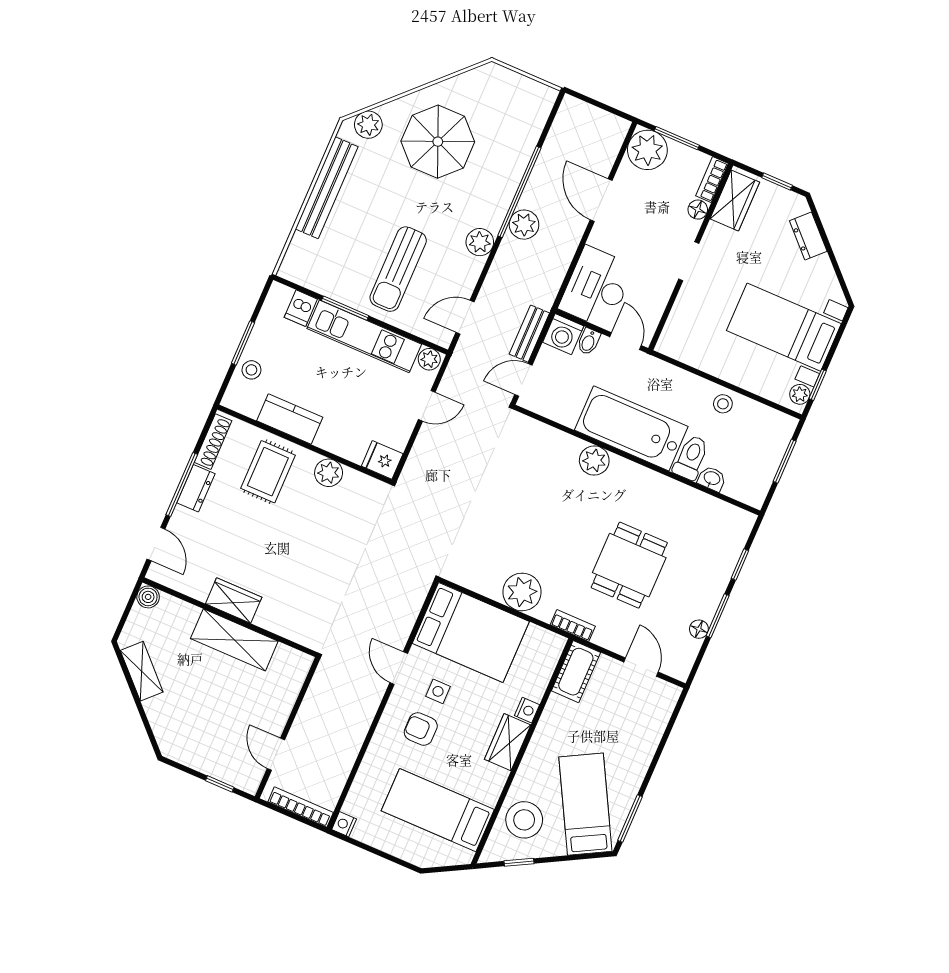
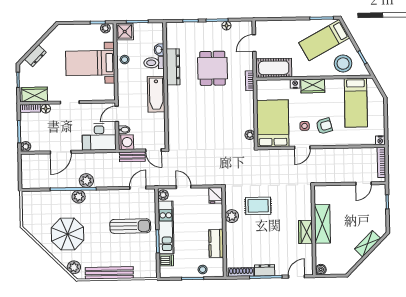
plant: (647, 150) -> (26, 146), width x0.53, depth x0.53
plant: (480, 242) -> (79, 197), moved
door: (465, 317) -> (138, 188), swing flipped
bed with nightstands: (784, 327) -> (90, 63), moved, turned 90
bathtub: (631, 428) -> (156, 94), width x0.73, depth x0.73
shower: (777, 429) -> (125, 32), added
plant: (594, 460) -> (174, 104), removed
rug: (268, 472) -> (258, 206), moved
dresser: (666, 491) -> (173, 67), added
dining table: (629, 565) -> (213, 68), turned 90
plant: (522, 592) -> (250, 135), moved, width x0.53, depth x0.53
shelving: (142, 671) -> (368, 244), moved
cot: (576, 672) -> (274, 68), width x1.37, depth x1.34
armchair: (421, 729) -> (324, 126), turned -105

